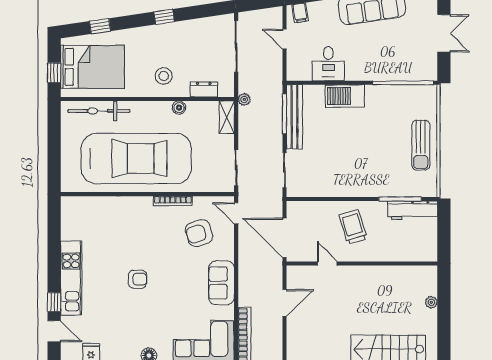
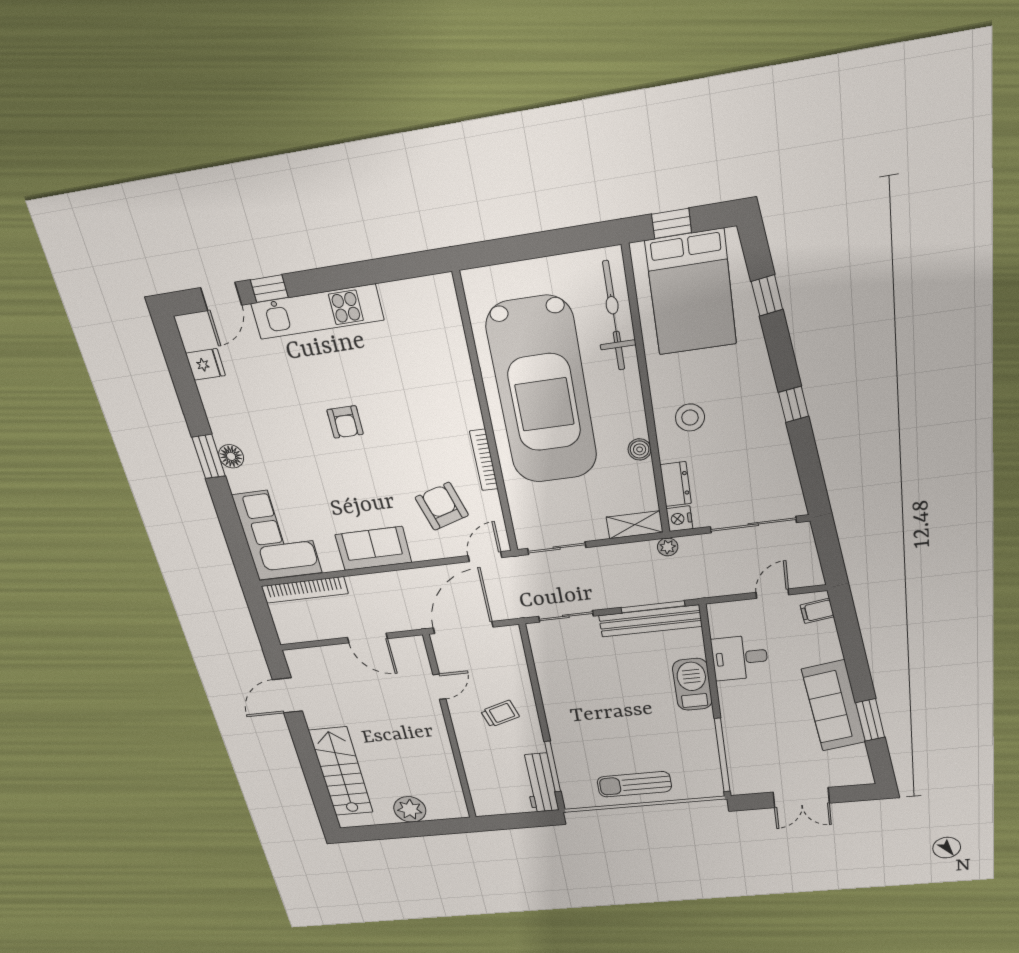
nightstand: (226, 90) -> (679, 519), added
trolley: (353, 227) -> (500, 714), width x0.73, depth x0.72
plant: (431, 302) -> (410, 809), width x1.87, depth x1.87

